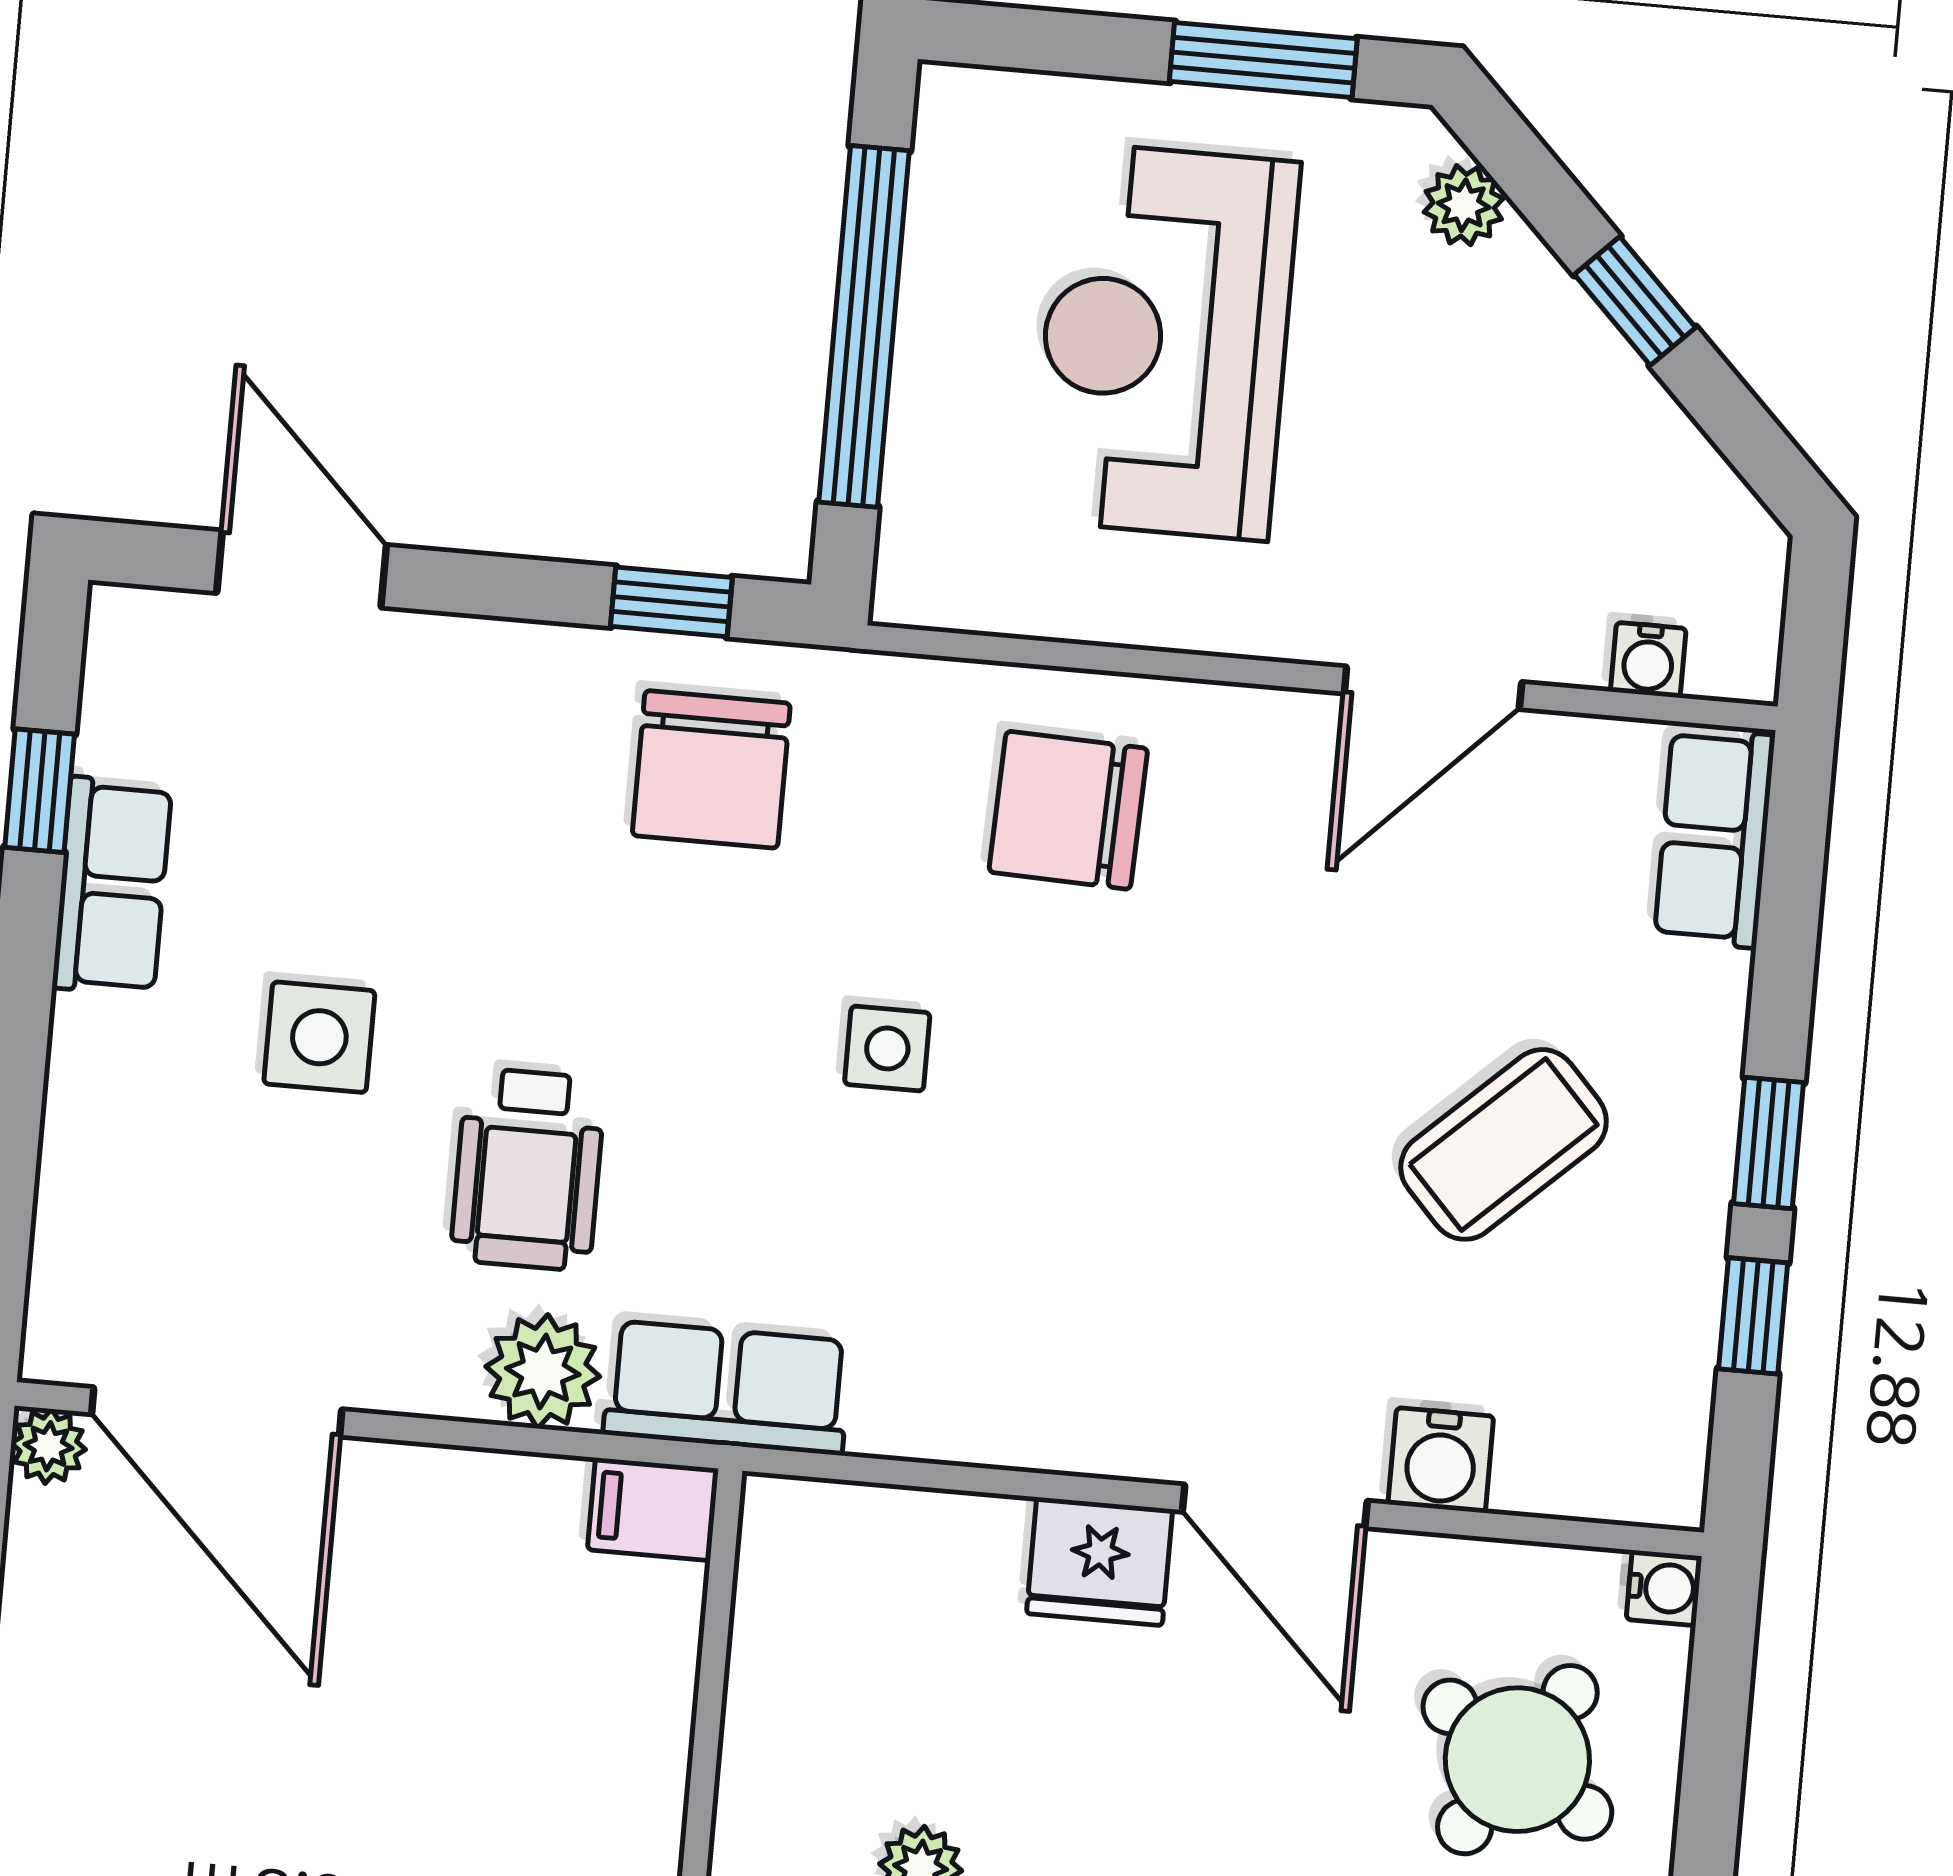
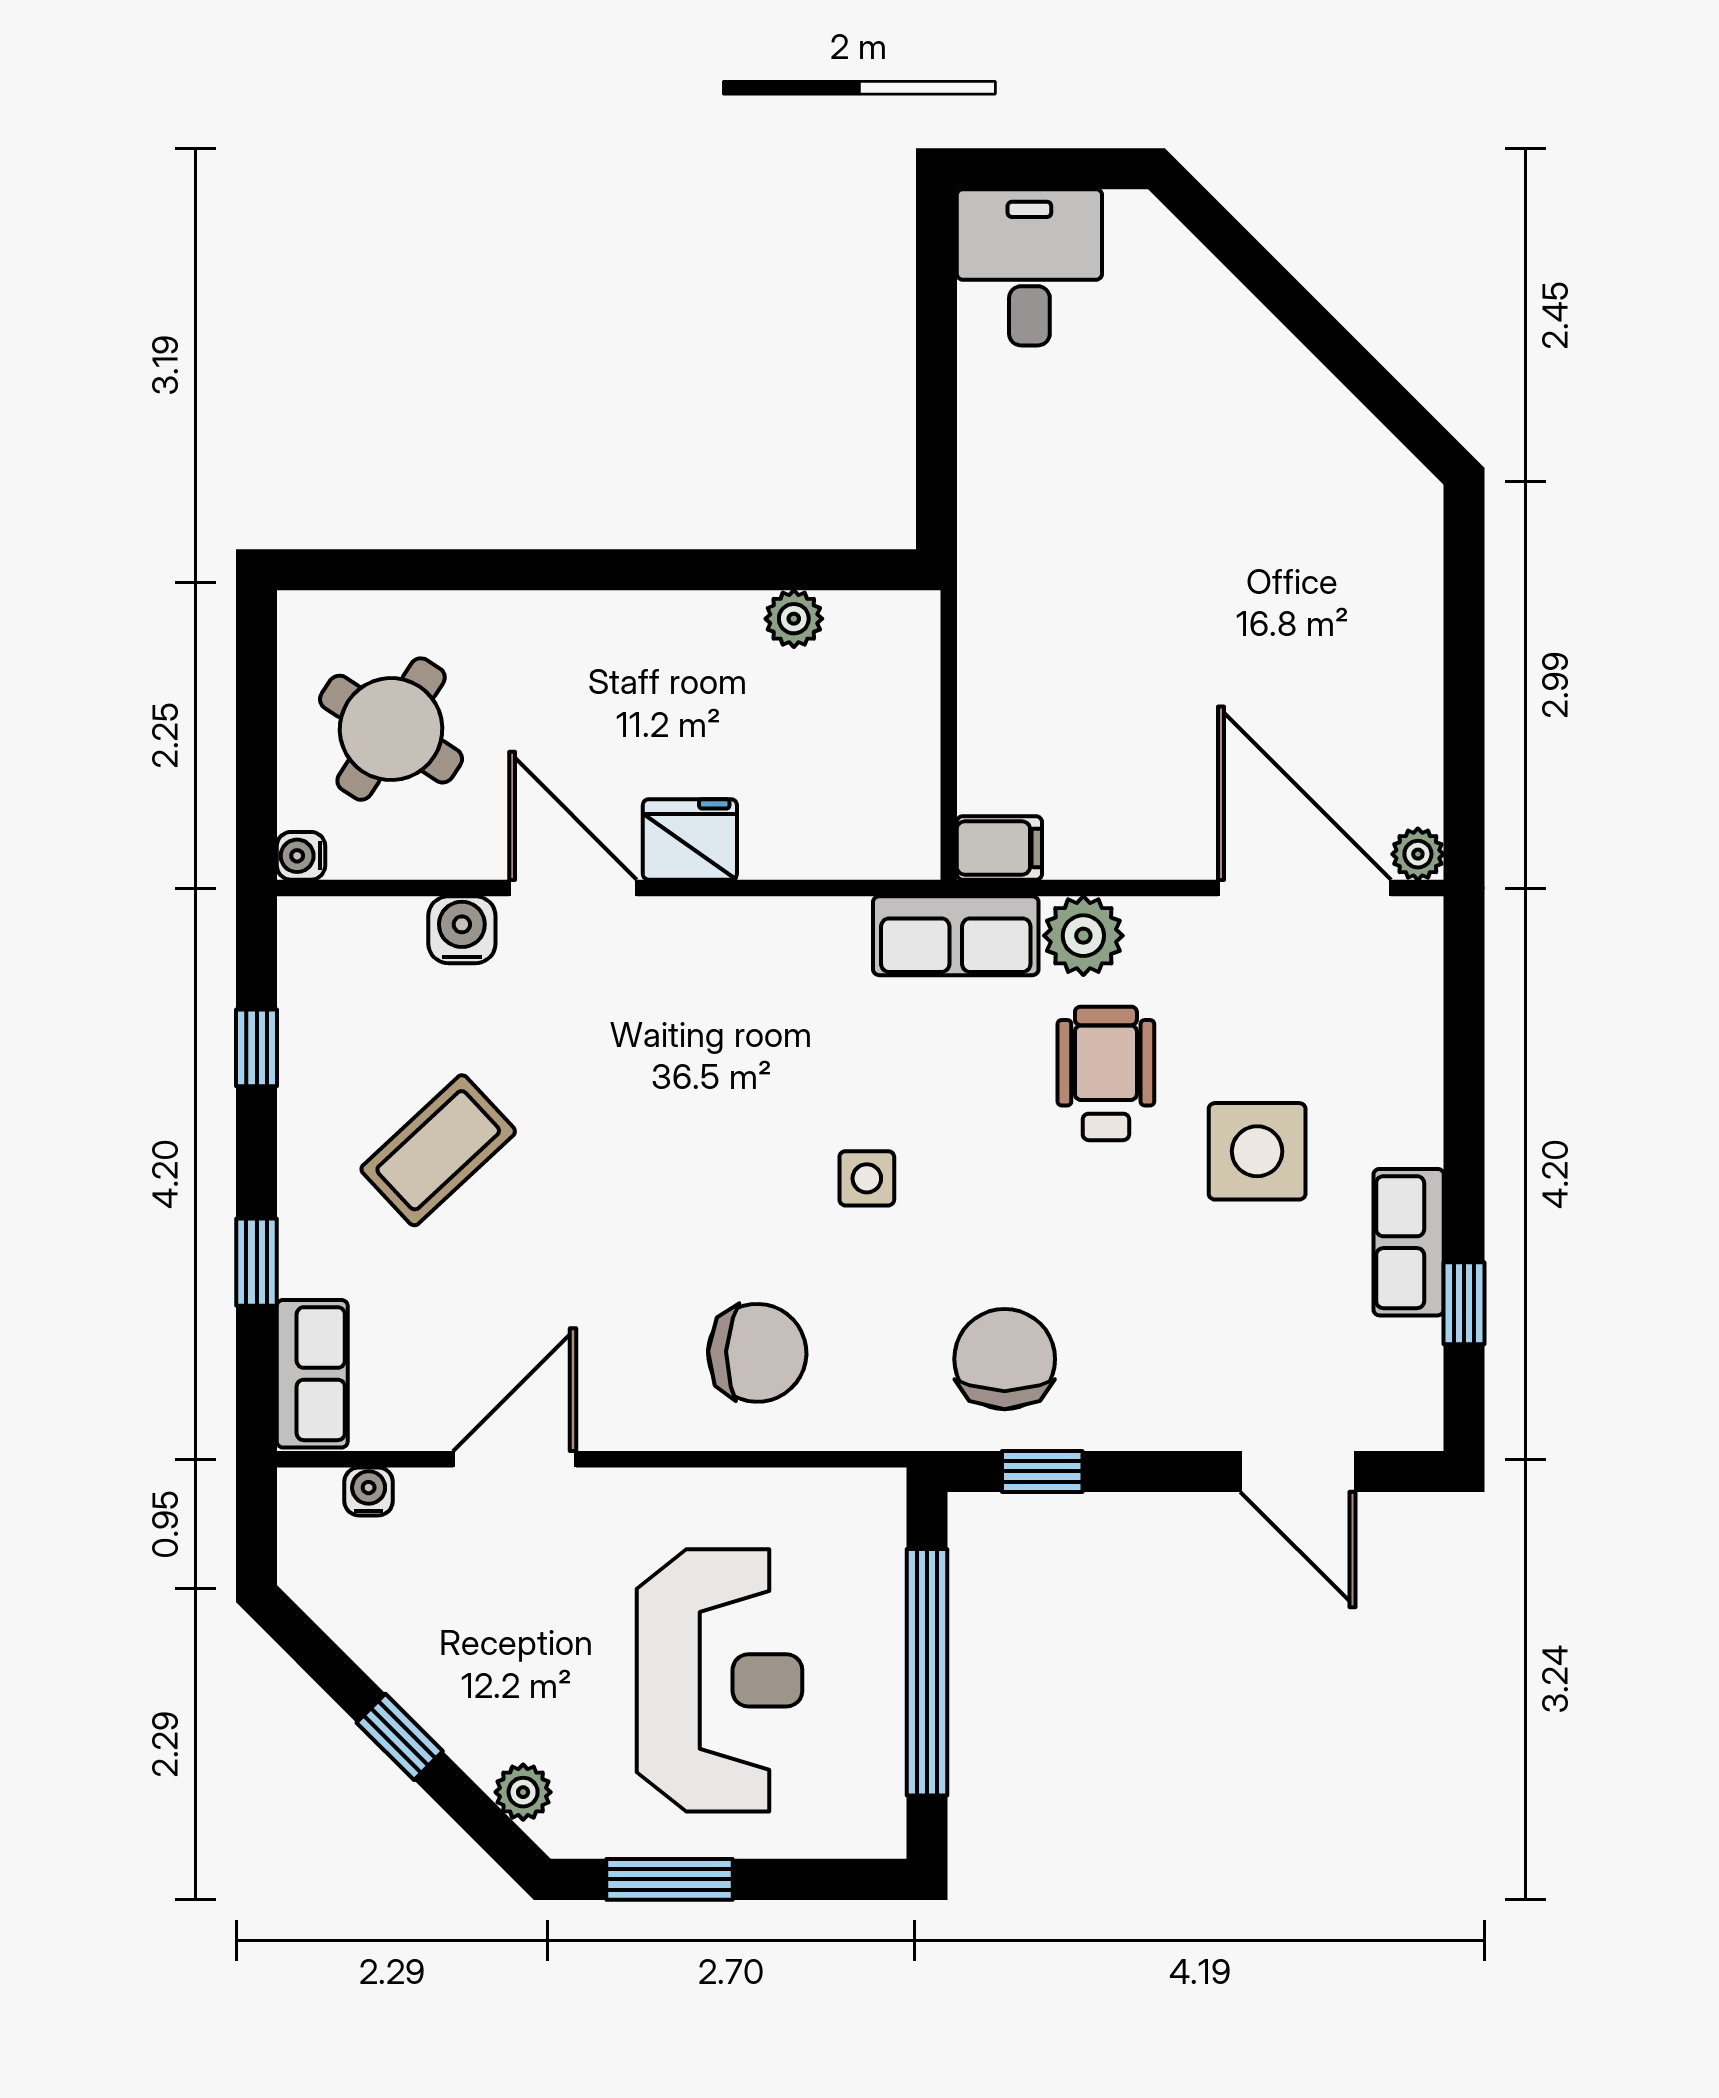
side table: (319, 1037) -> (1257, 1151), width x1.37, depth x1.37
window: (1769, 1143) -> (257, 1262), moved

